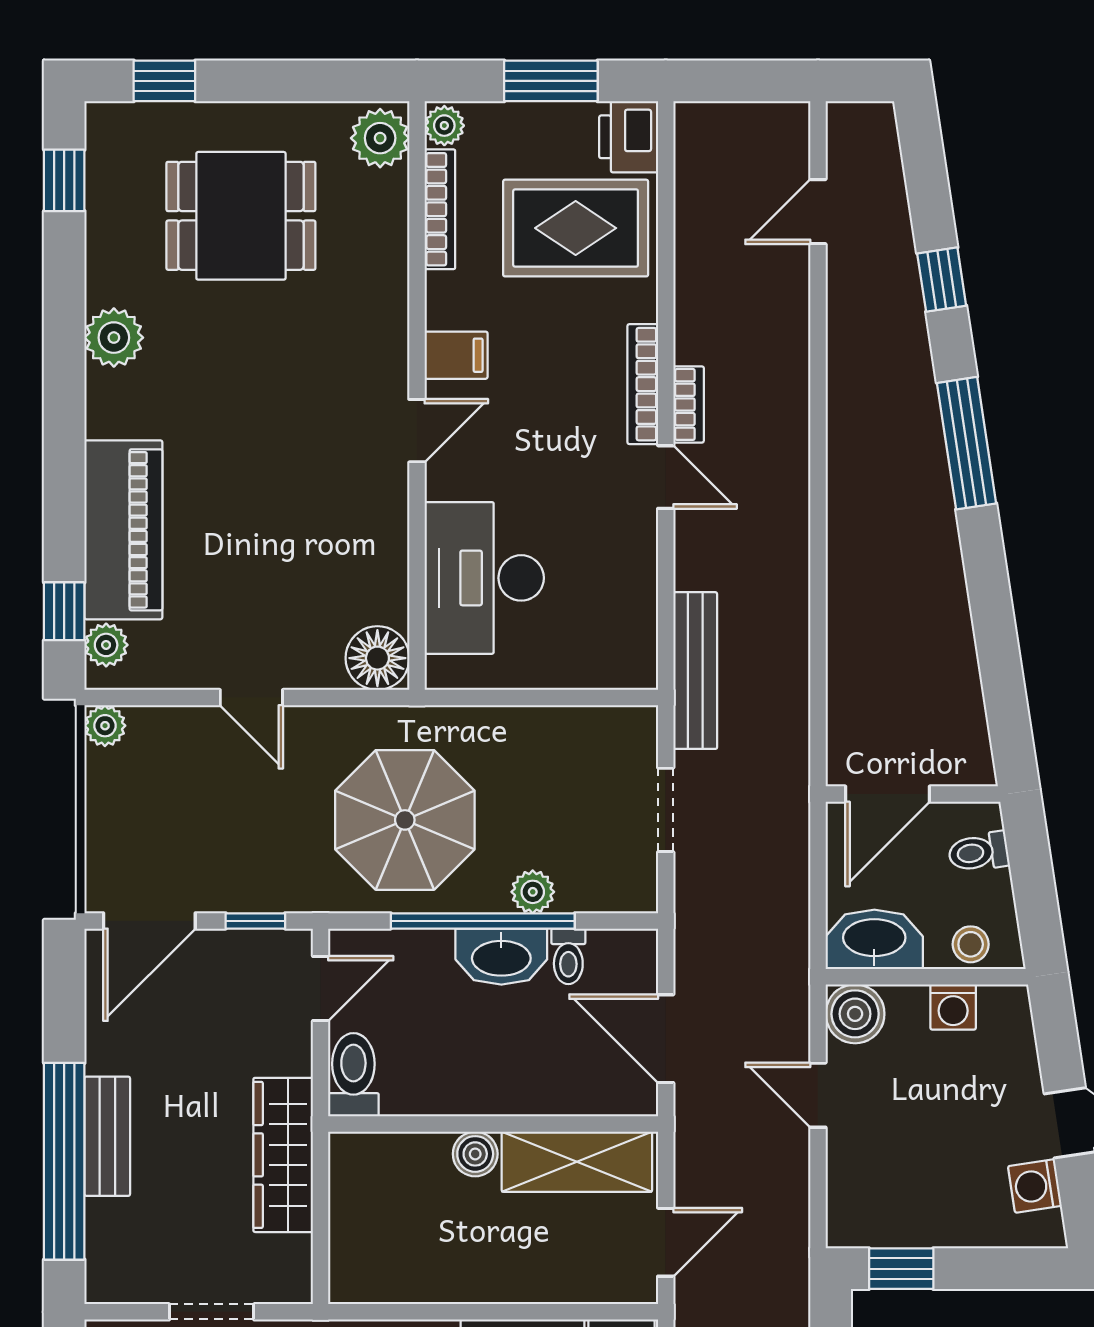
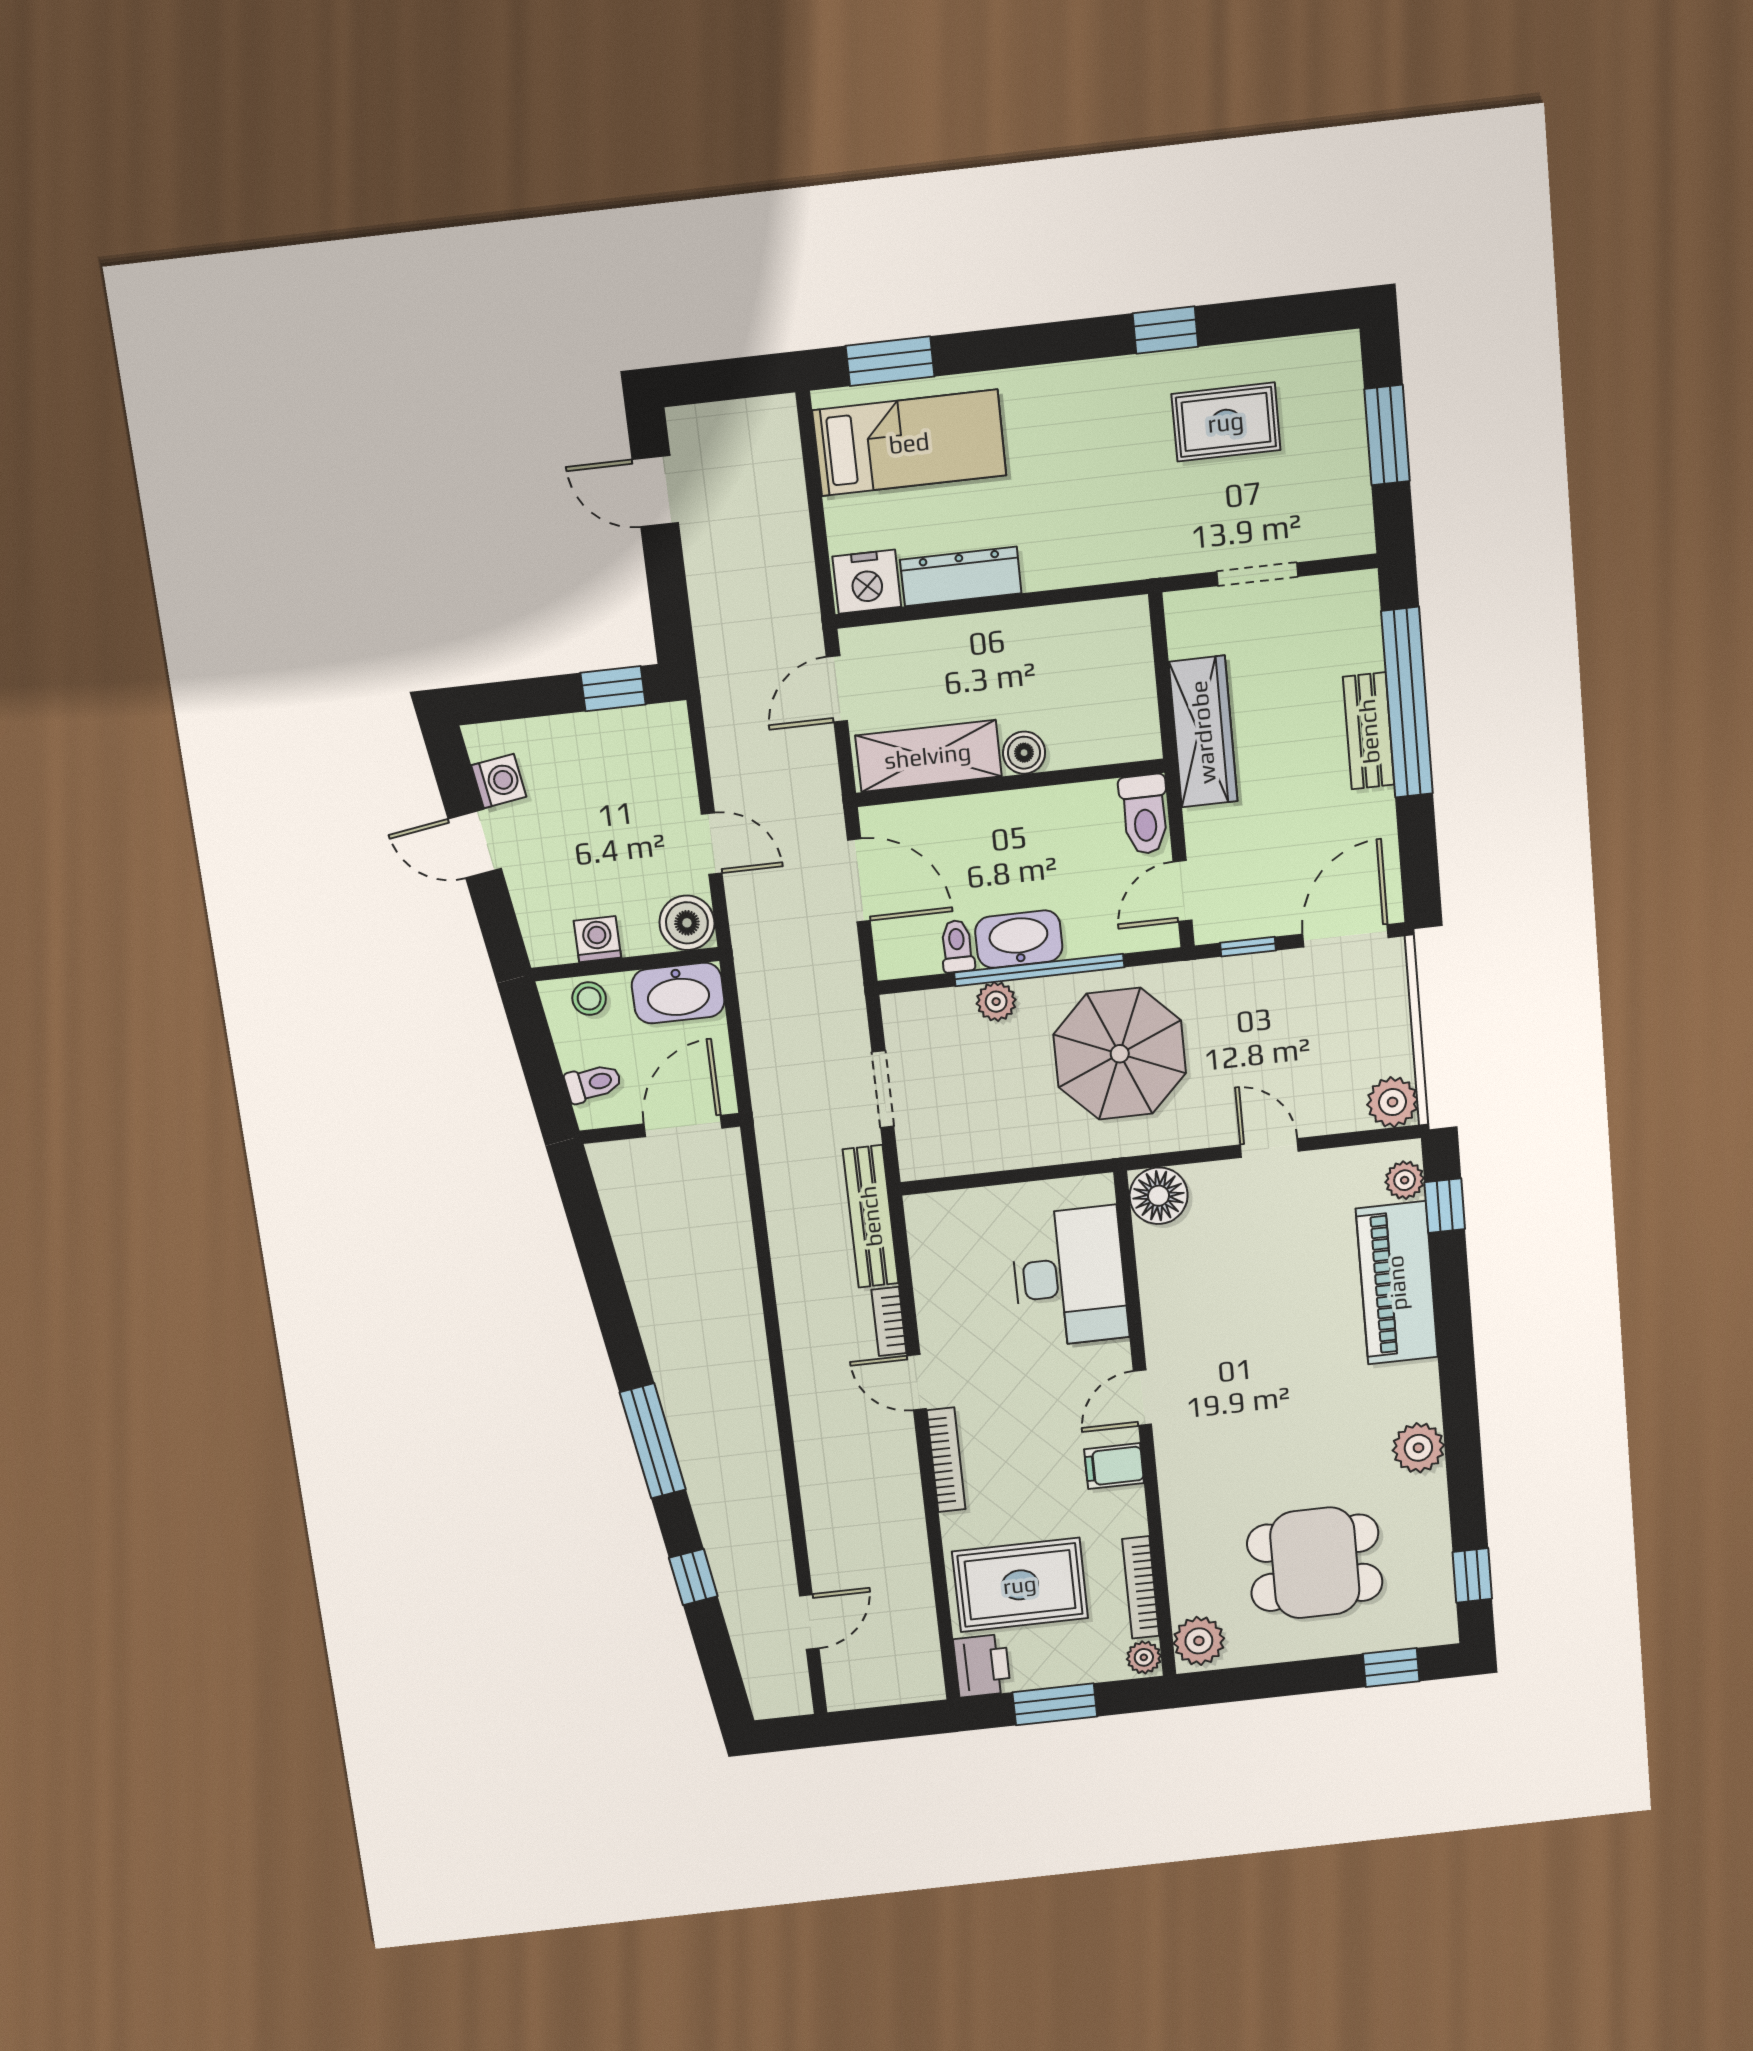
bookcase: (689, 404) -> (889, 1321), moved
plant: (105, 726) -> (1393, 1102), width x1.38, depth x1.38

